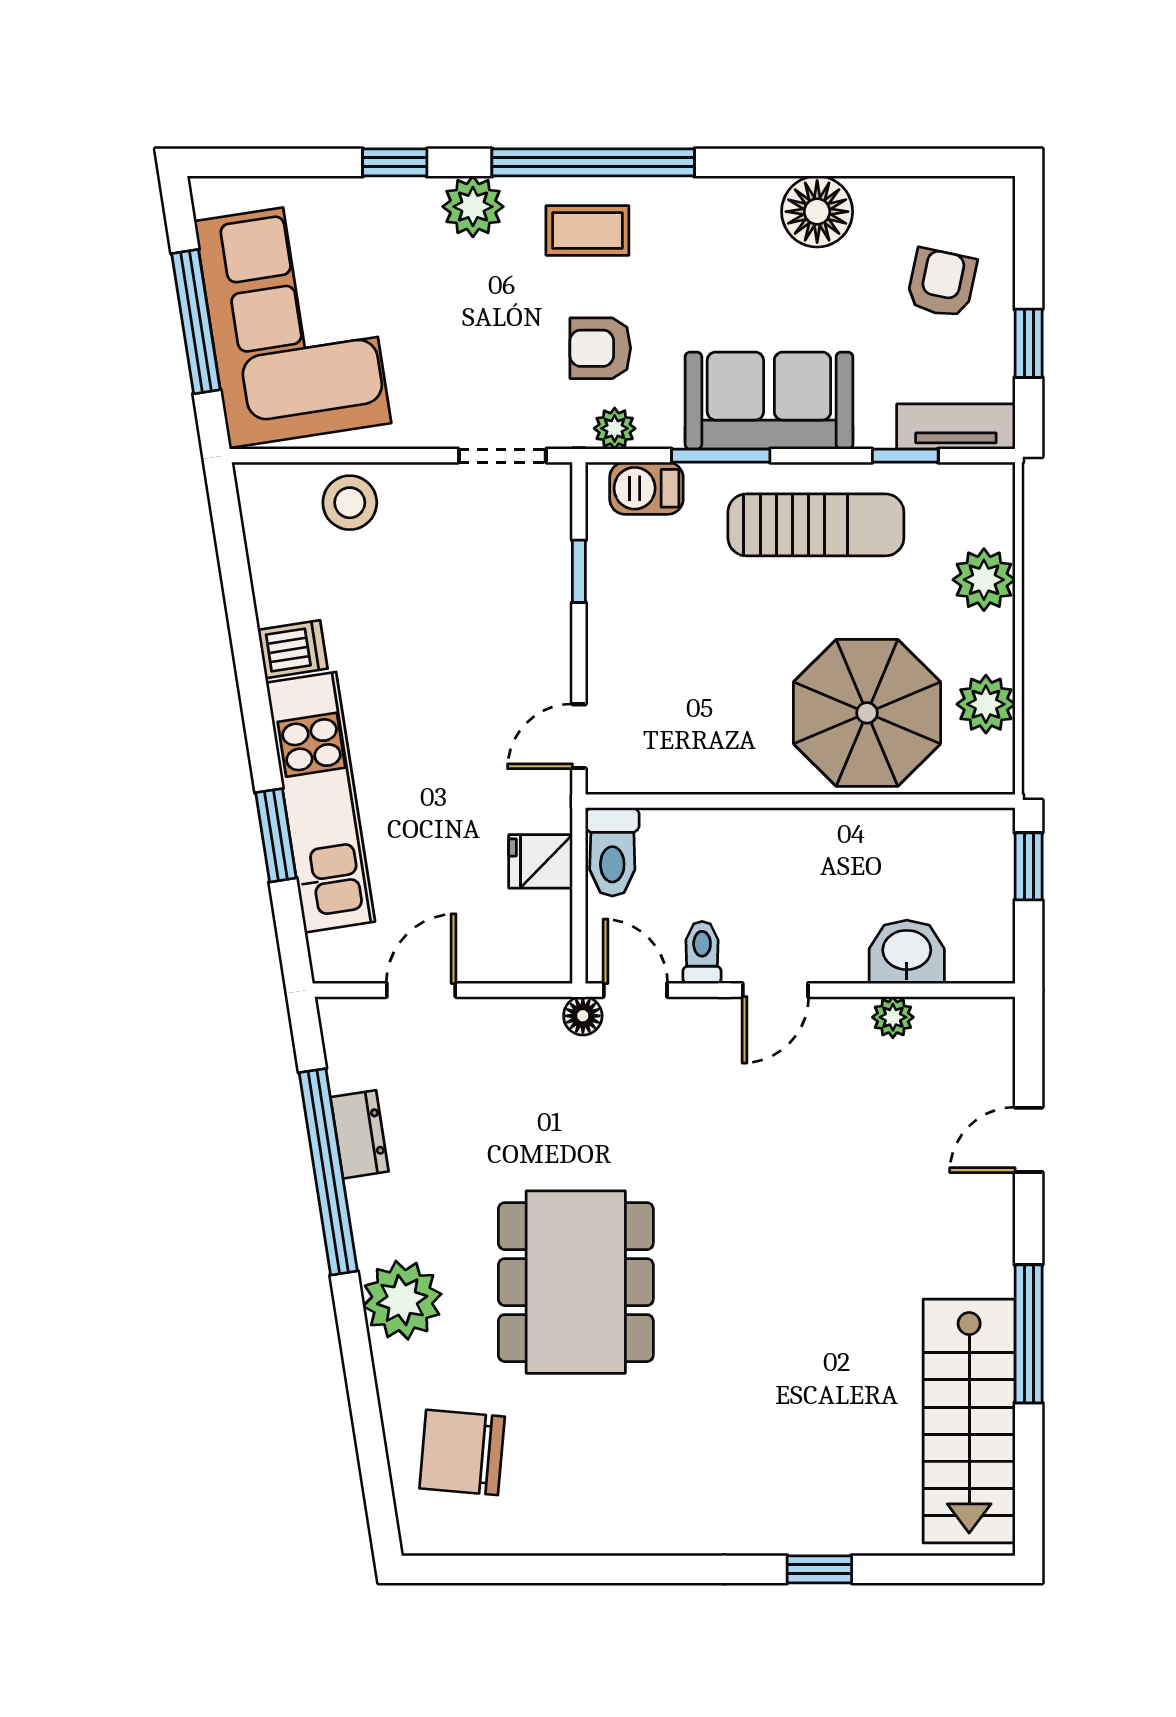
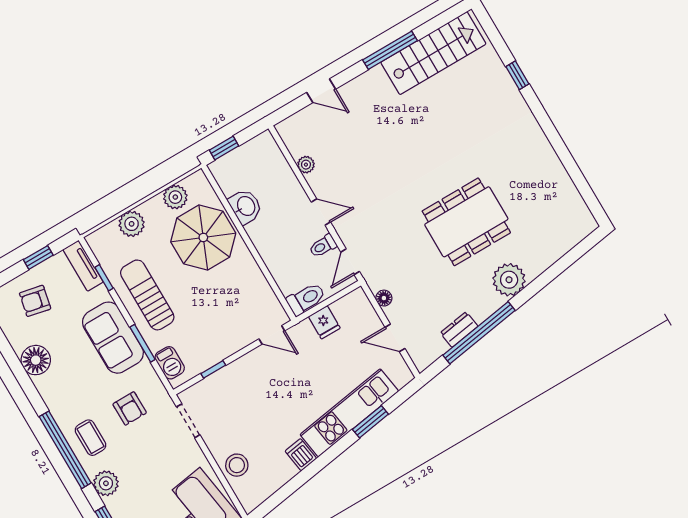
plant: (615, 428) -> (155, 387), removed
washbasin: (907, 952) -> (245, 206), moved, turned 180
floor lamp: (583, 1016) -> (384, 298), moved
chair: (462, 1452) -> (551, 227), removed

